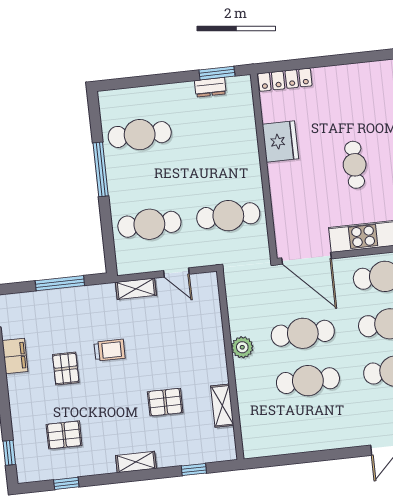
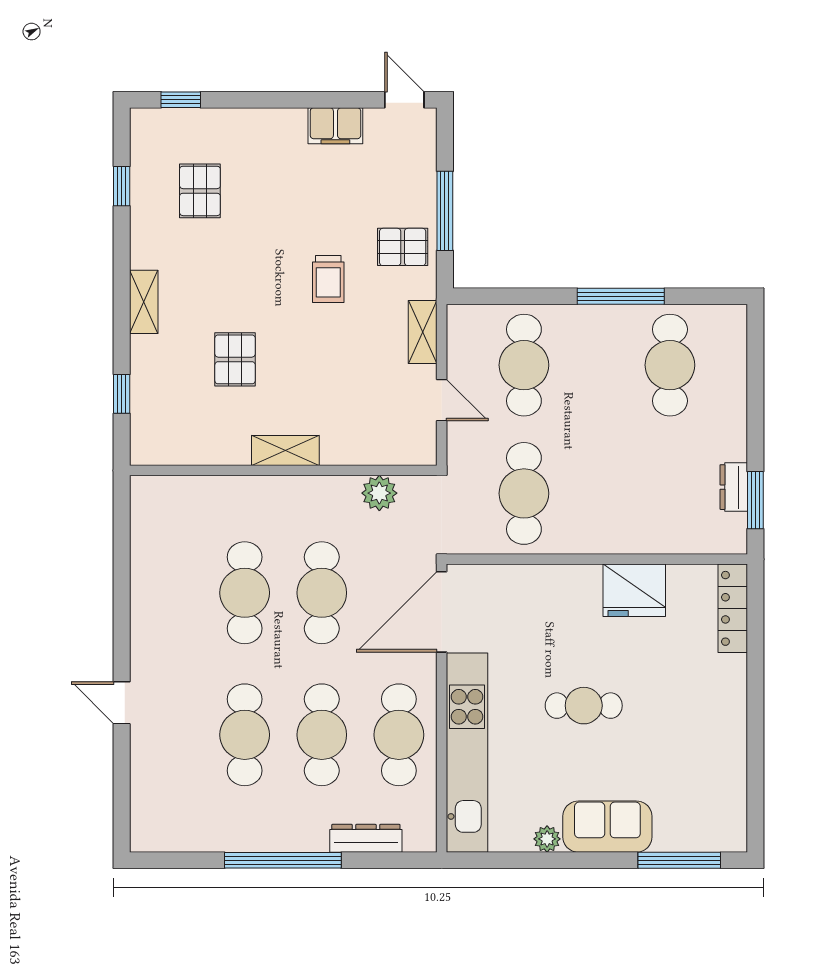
door: (176, 272) -> (442, 400), swing flipped
plant: (242, 347) -> (379, 493), moved
pallet: (66, 369) -> (403, 247), moved
shelving: (222, 406) -> (285, 451), moved

